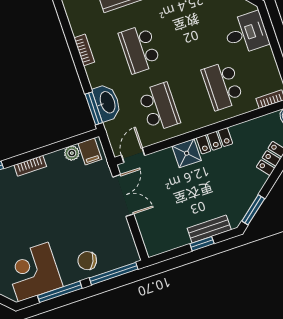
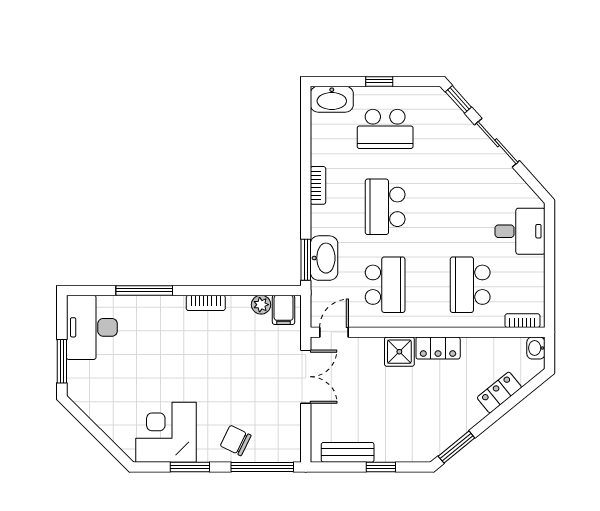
bench: (209, 229) -> (348, 452), moved
window: (60, 292) -> (190, 467), width x0.69

